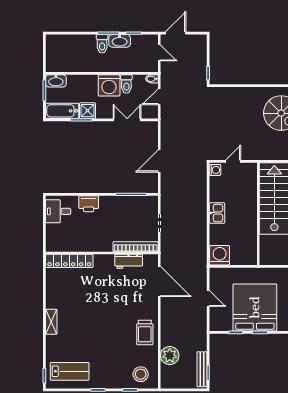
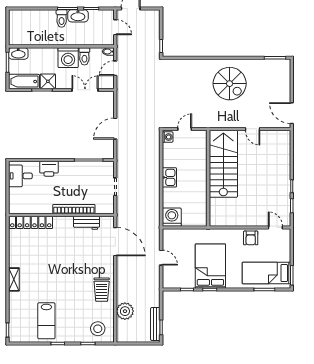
bookcase: (136, 247) -> (74, 209), moved
bed: (255, 307) -> (210, 266), width x0.73
lab bench: (70, 371) -> (46, 321), moved, turned 90

